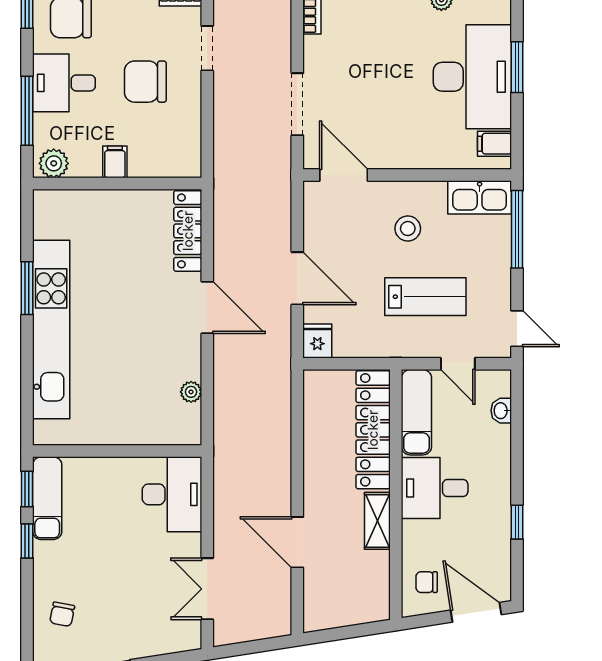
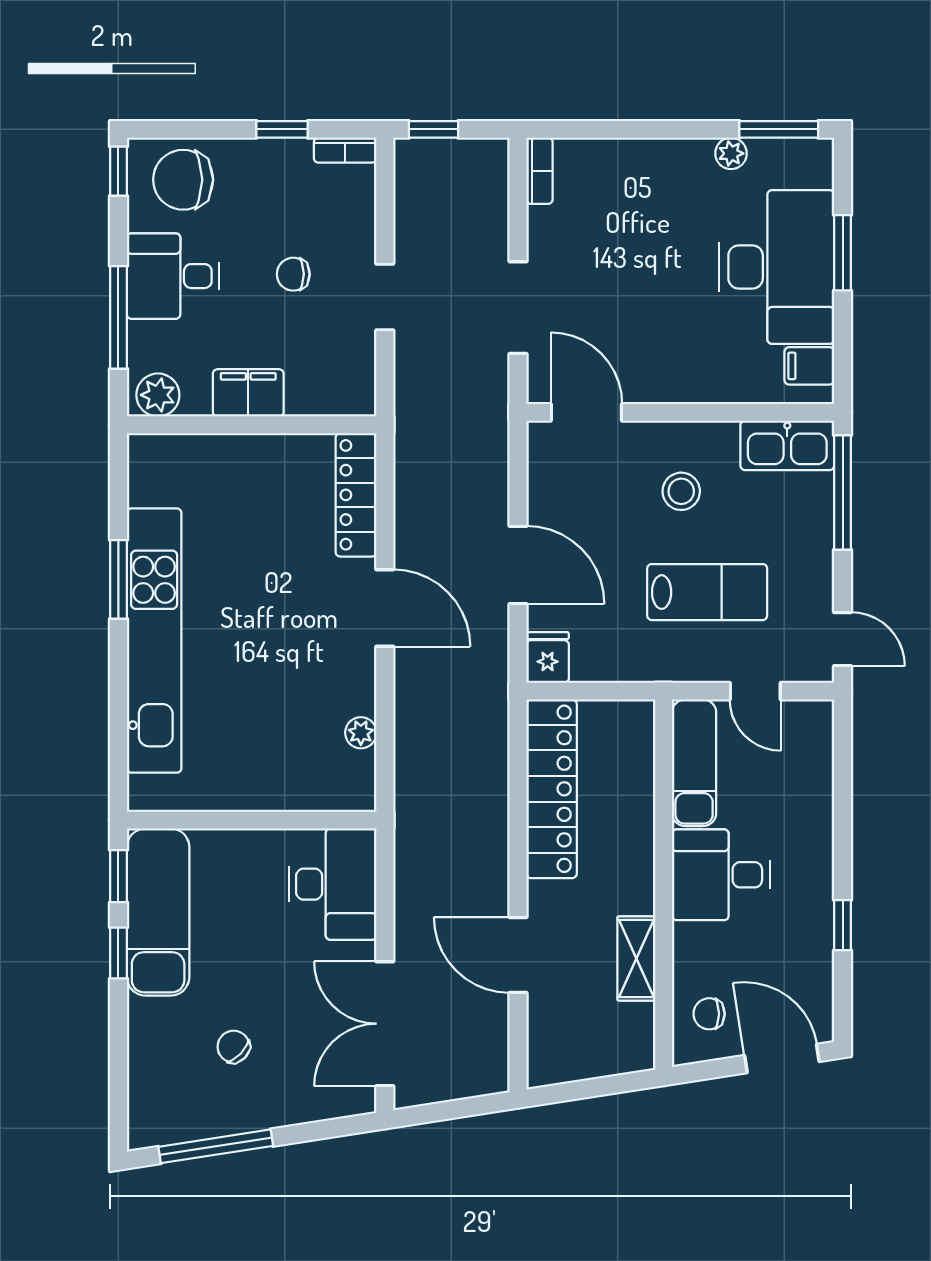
doorway: (207, 48) -> (385, 297), moved
chair: (145, 82) -> (293, 274), width x0.54, depth x0.54
filing cabinet: (115, 162) -> (248, 393), width x2.00
washbasin: (501, 411) -> (819, 760), removed
locker: (373, 430) -> (552, 789), moved, turned 180
exam couch: (47, 498) -> (158, 912), width x1.36, depth x1.45
shelving: (377, 521) -> (636, 959), moved
double door: (207, 589) -> (385, 1024), width x1.37
chair: (62, 614) -> (234, 1047), moved, turned 123

